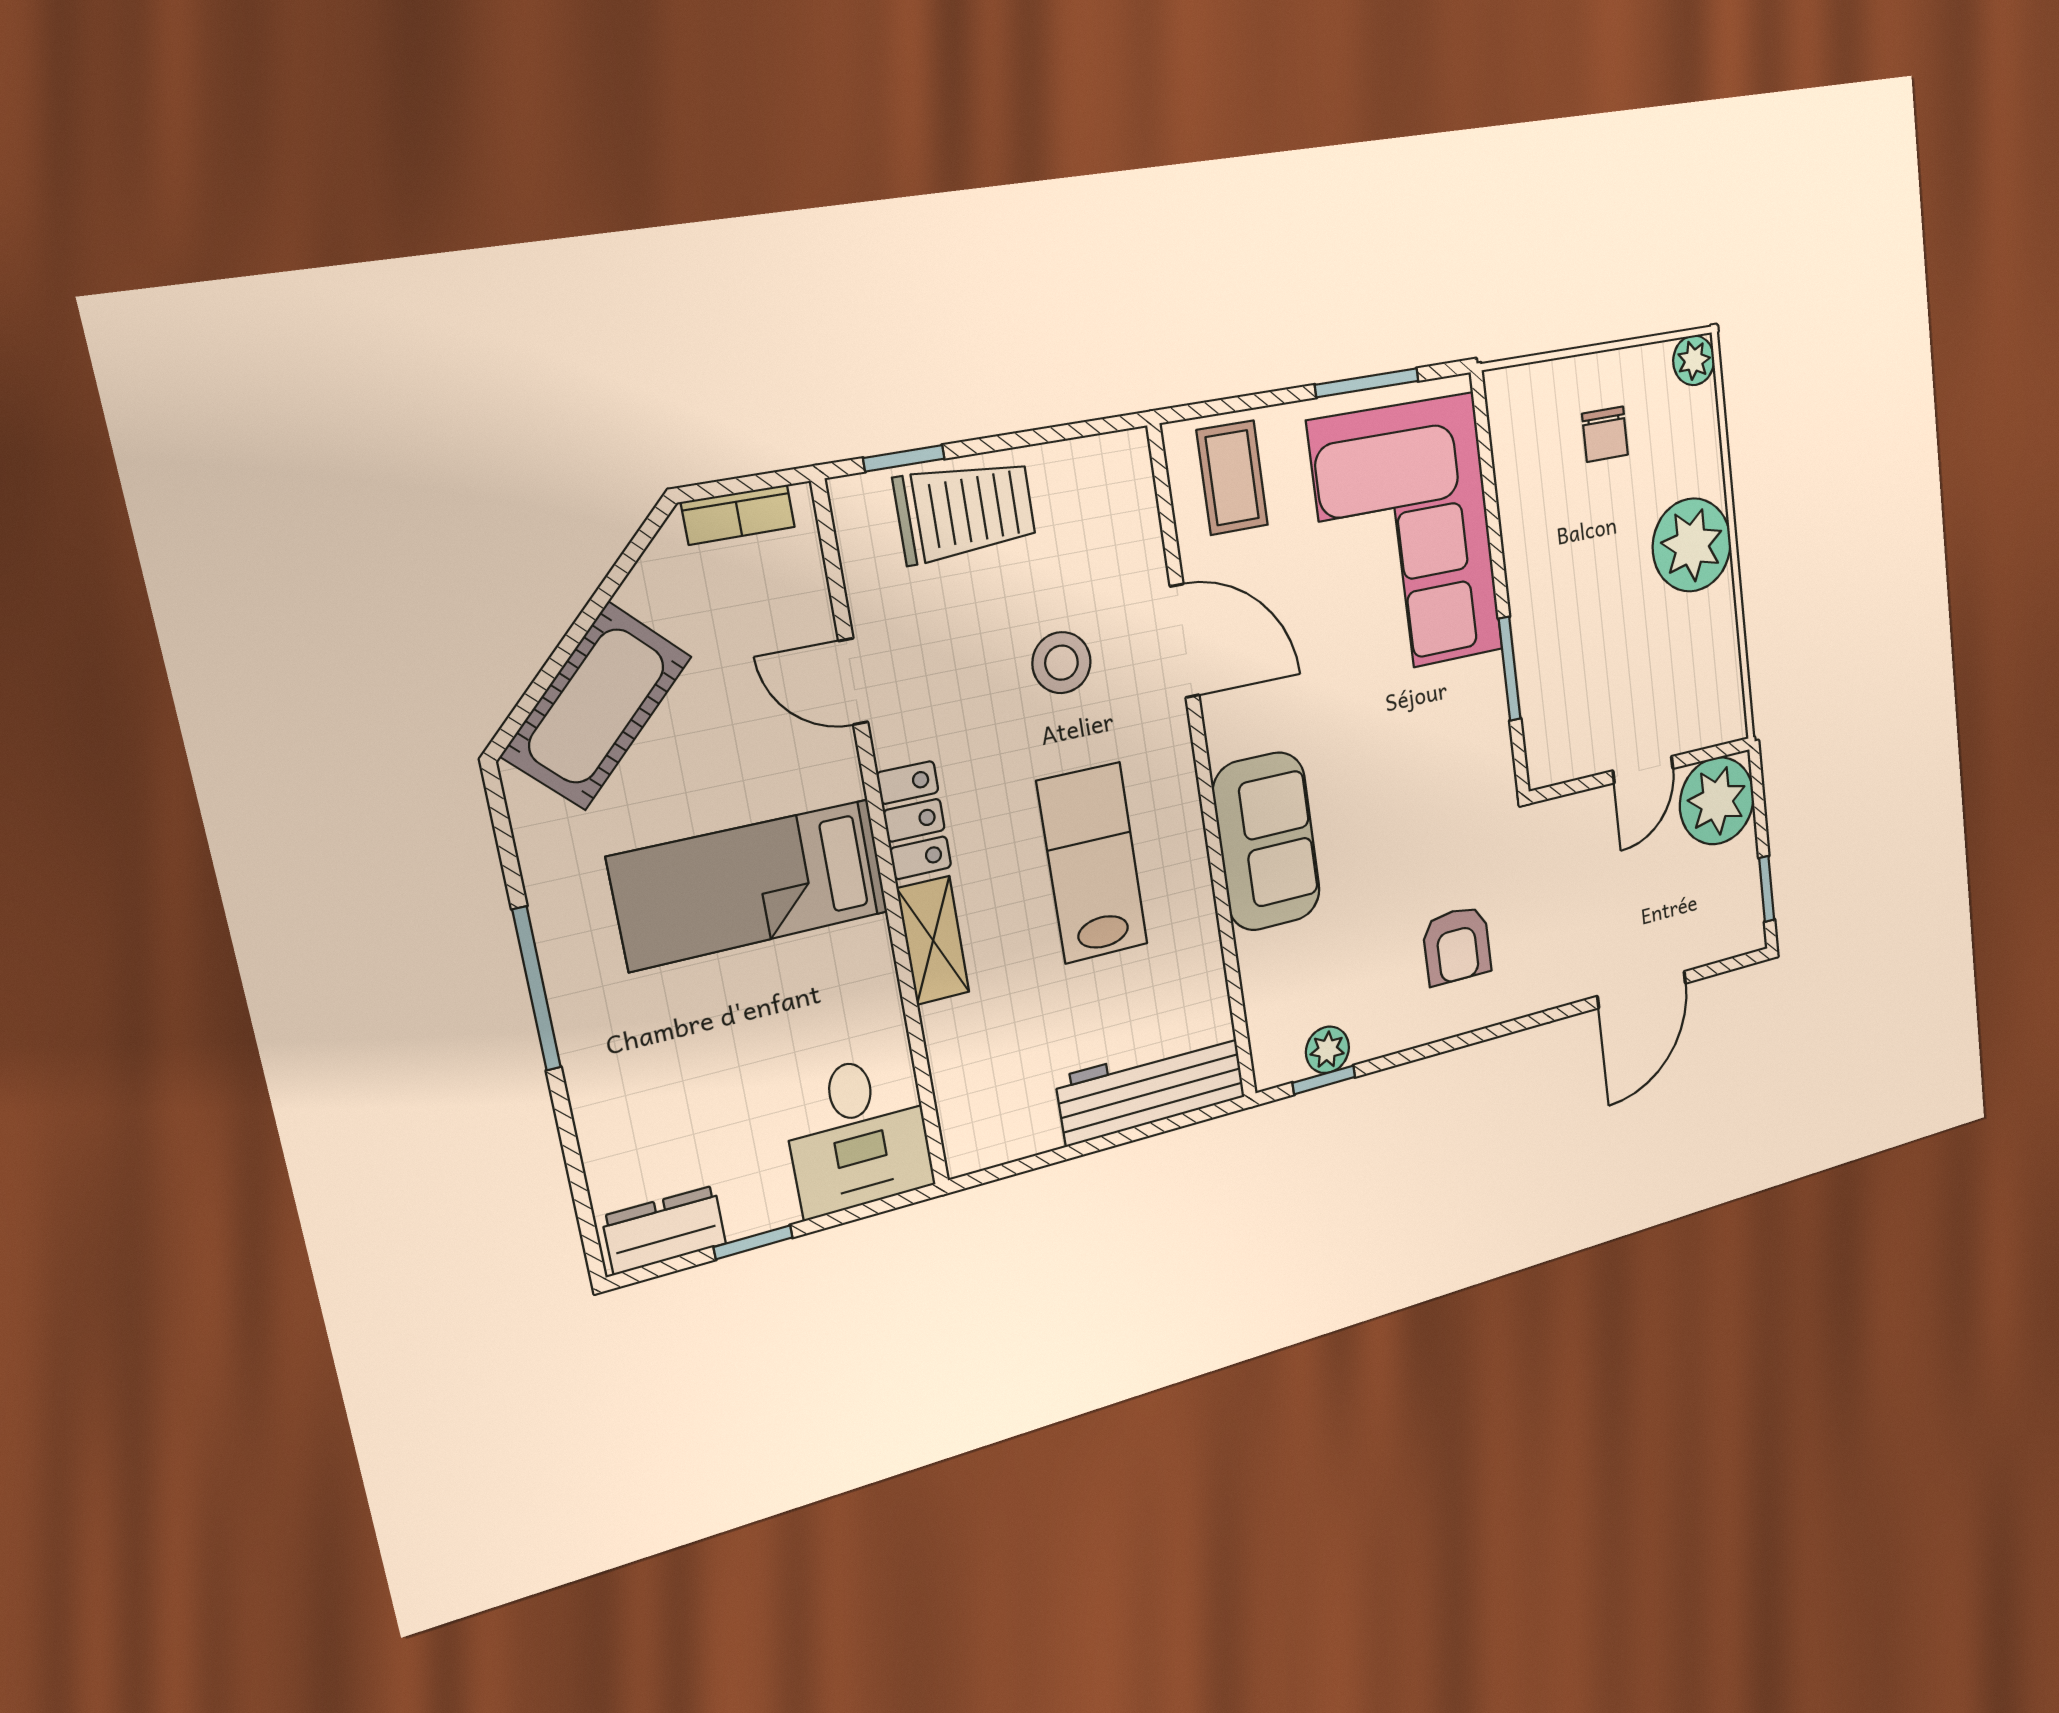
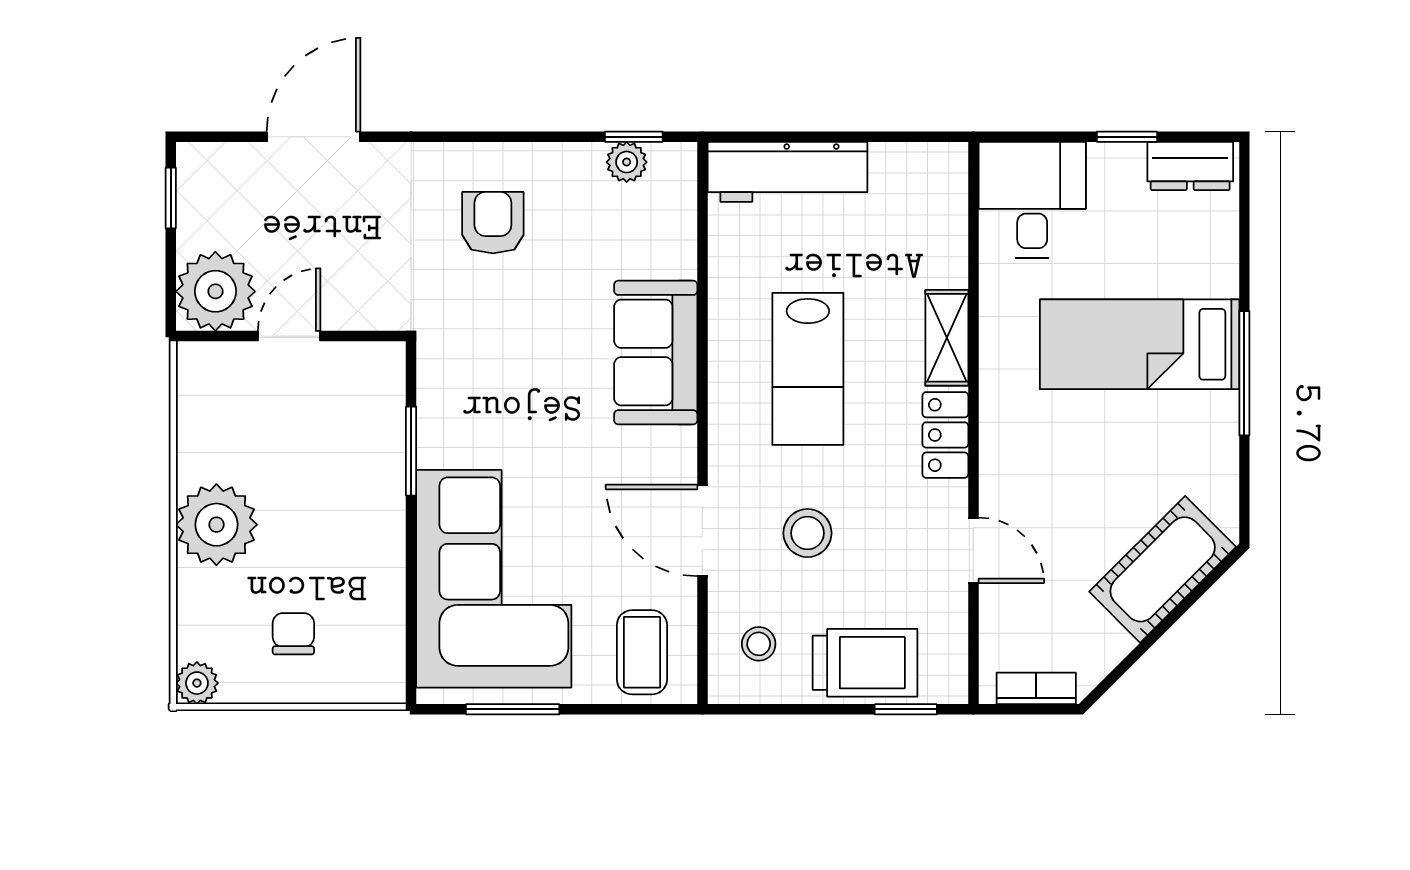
trolley: (965, 511) -> (865, 663), turned 180
stool: (1098, 512) -> (759, 644), added
bed: (750, 885) -> (1140, 344), moved, turned 180

